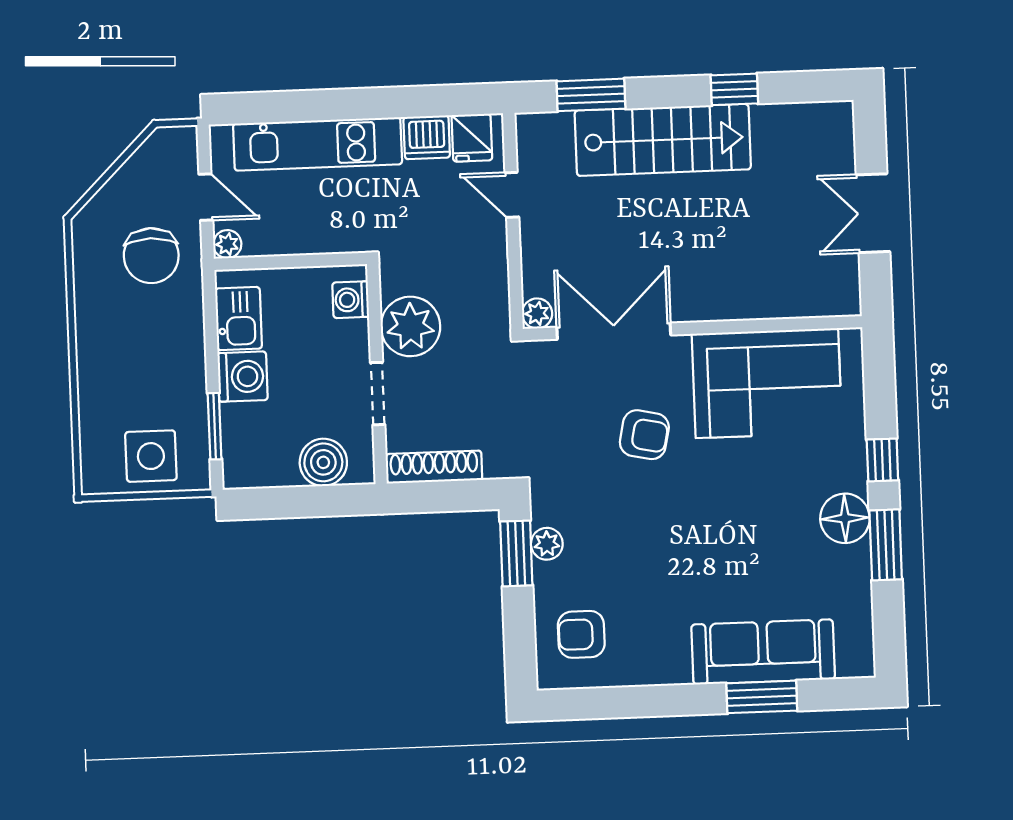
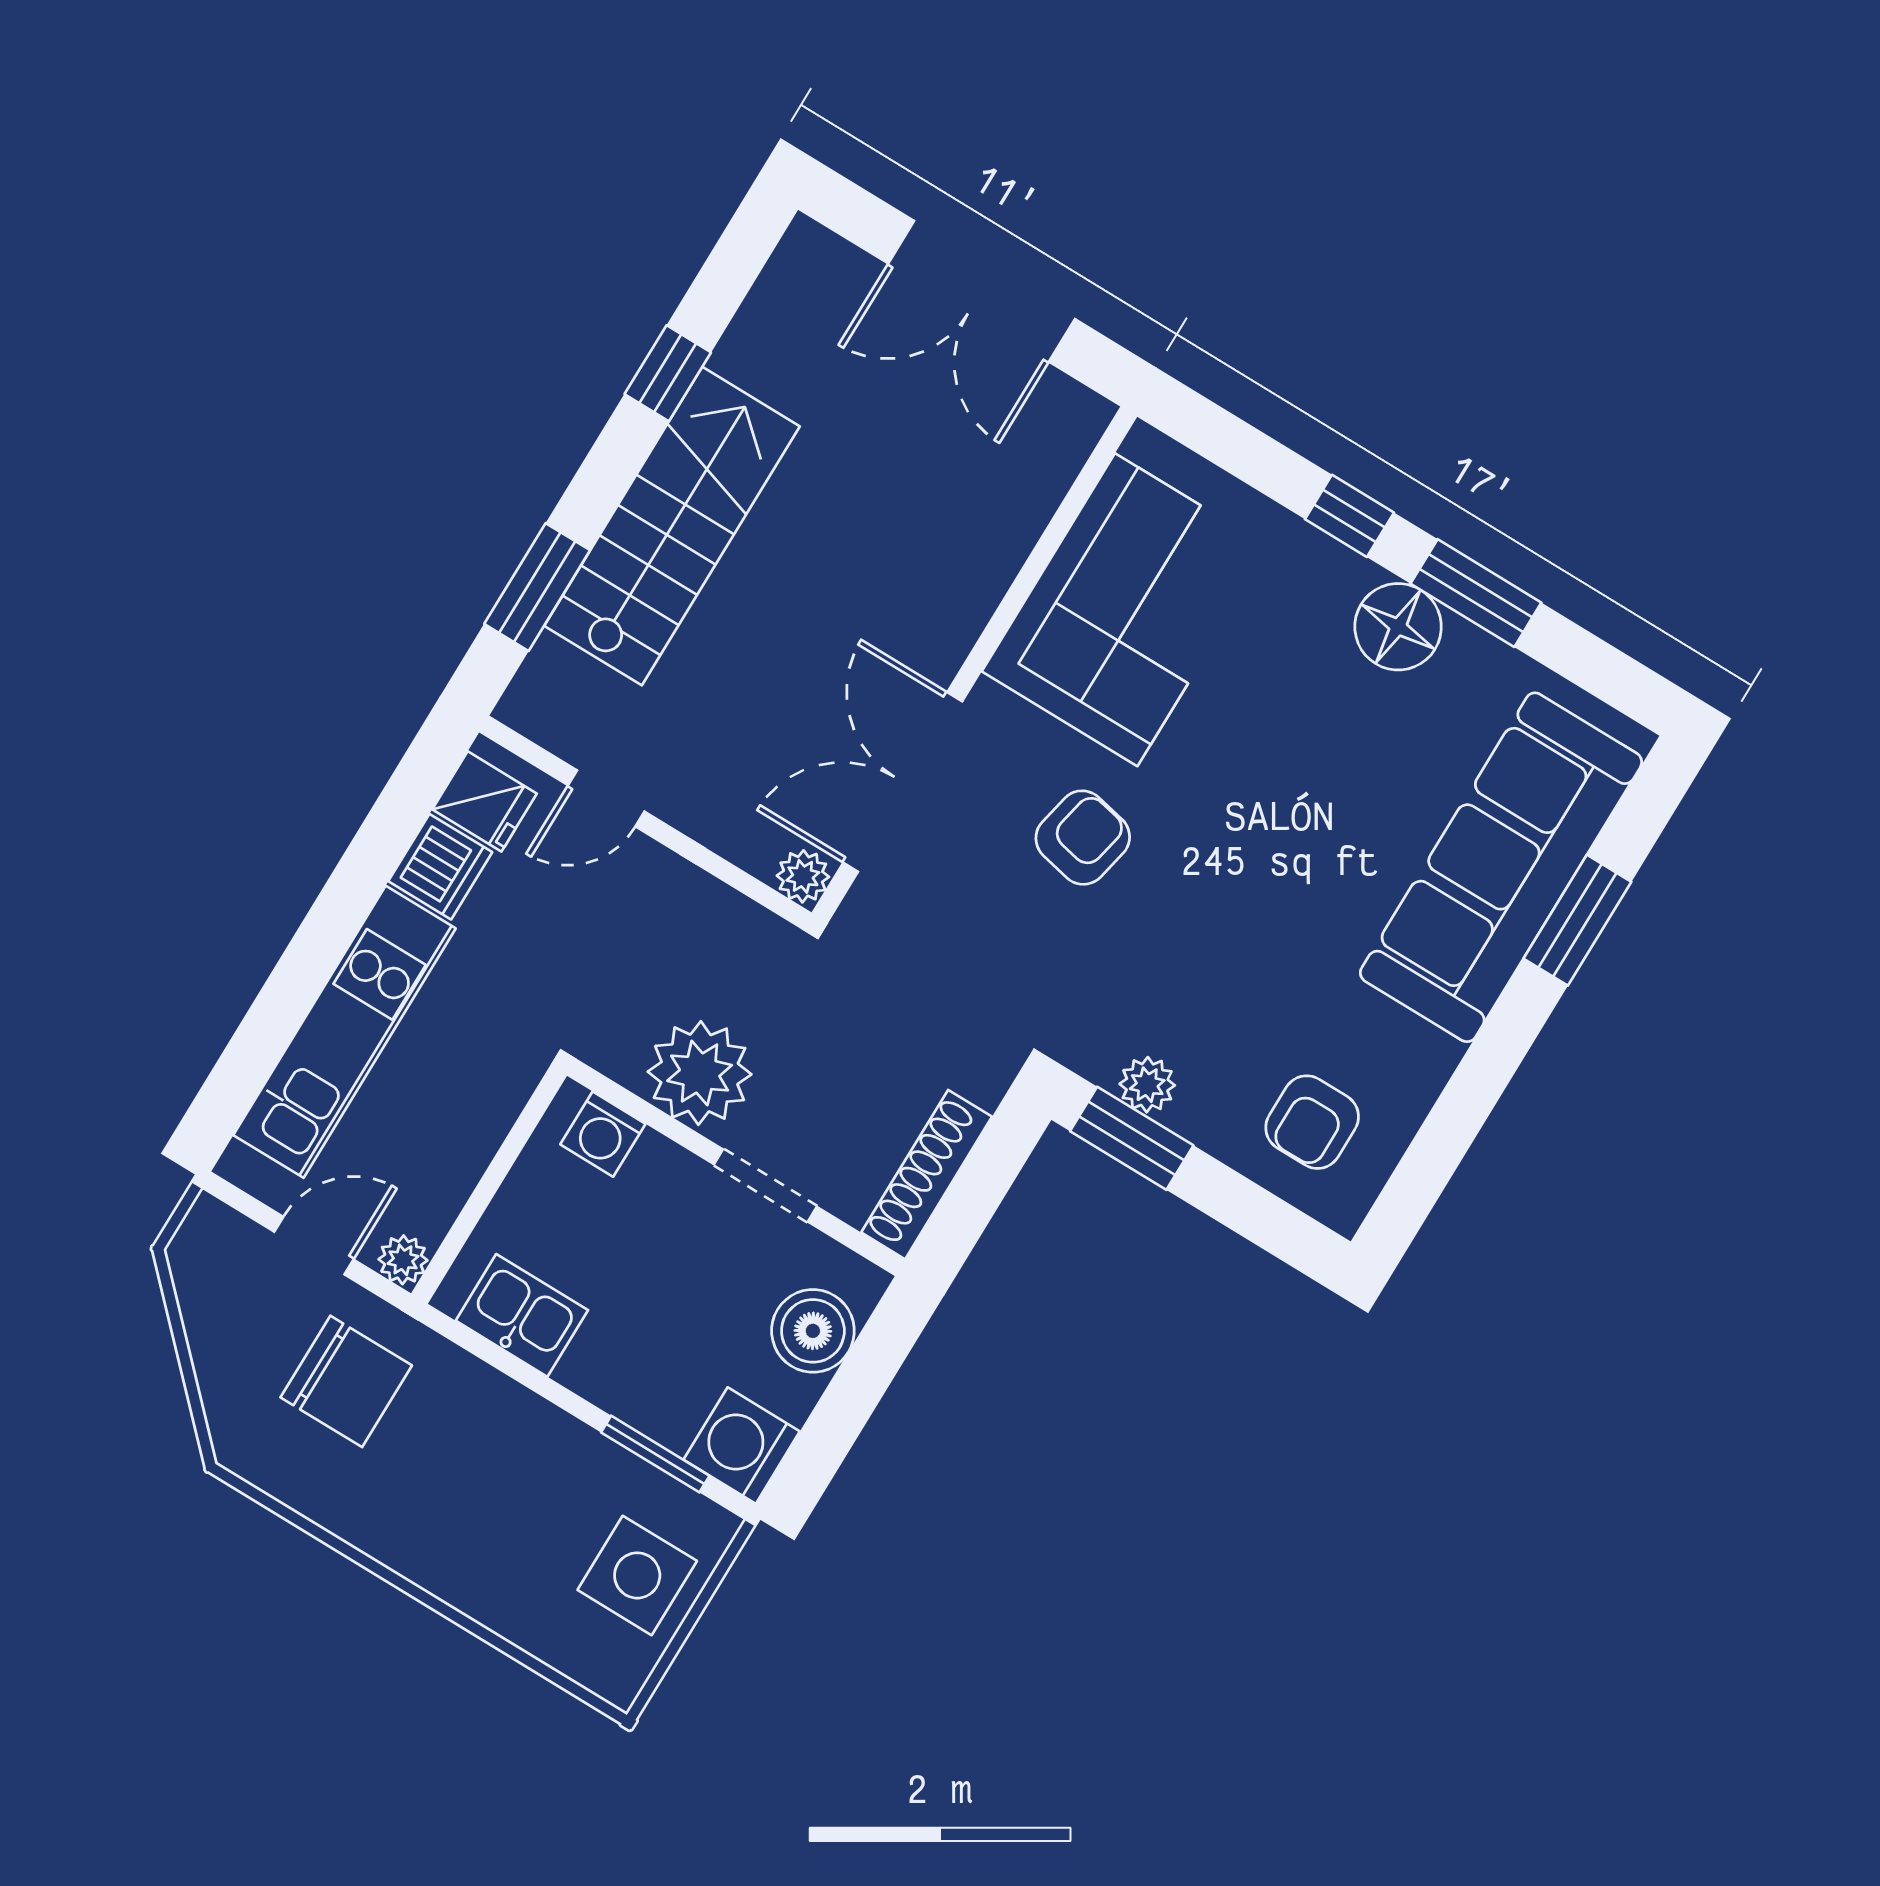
double door: (873, 213) -> (982, 291), width x1.37
washing machine: (243, 377) -> (742, 1446), moved, turned -90
sofa: (763, 652) -> (1501, 867), width x1.36, depth x1.27

